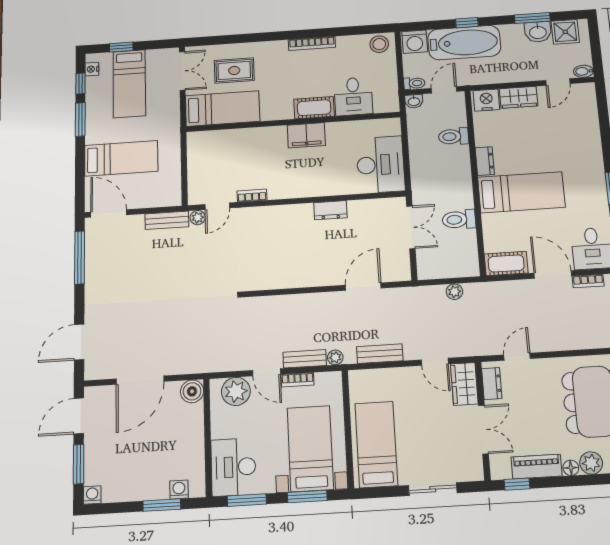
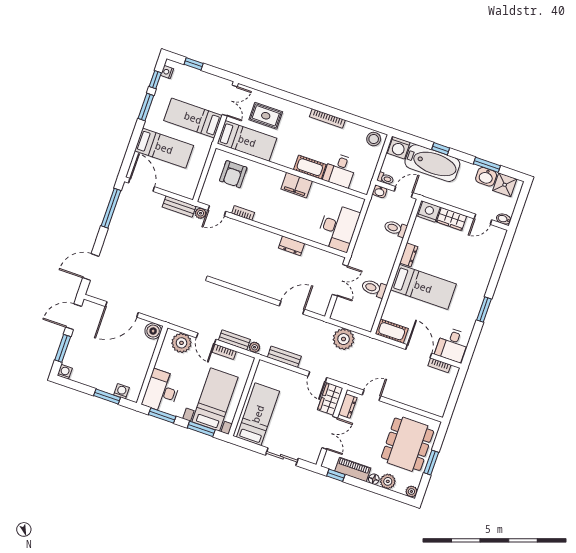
bed: (129, 84) -> (193, 118), moved, turned 90
armchair: (221, 154) -> (233, 174), added
plant: (454, 292) -> (344, 339), width x1.88, depth x1.88

